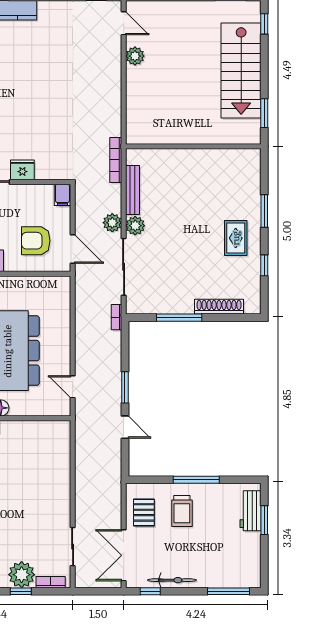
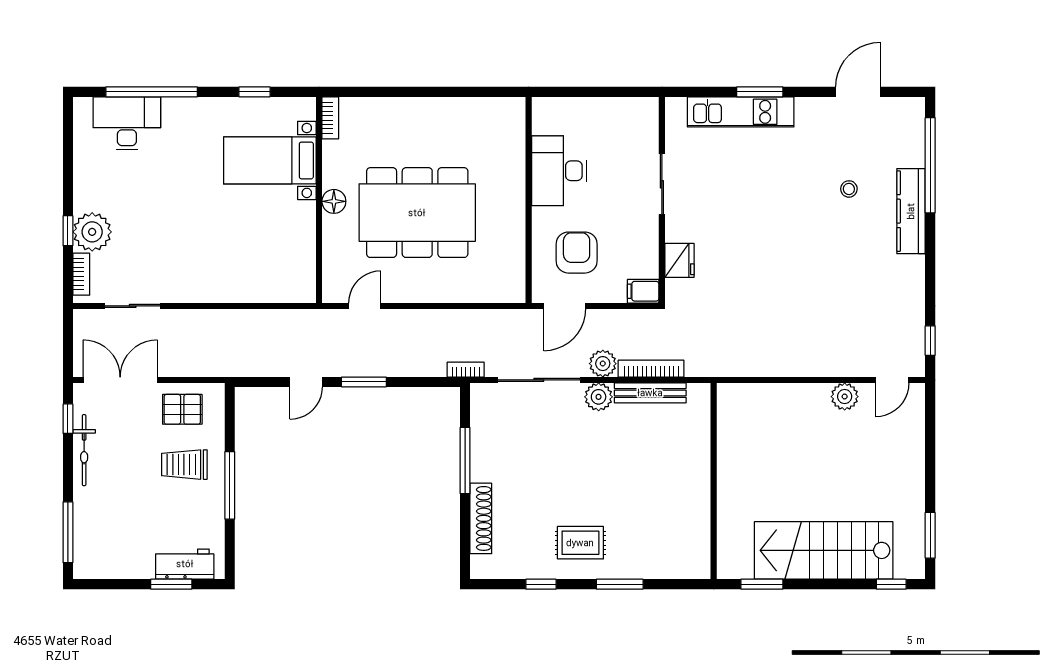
bookcase: (116, 160) -> (651, 369), moved
fridge: (22, 170) -> (679, 260), moved

